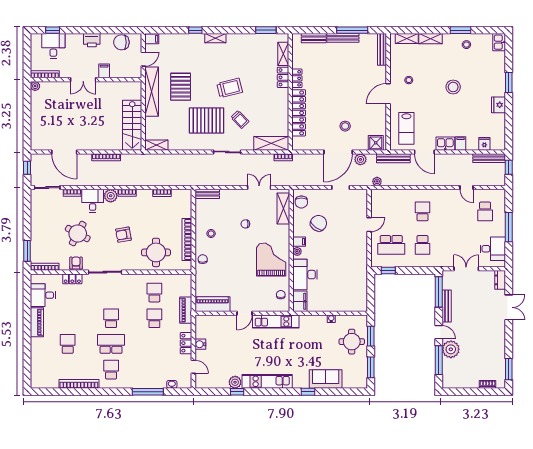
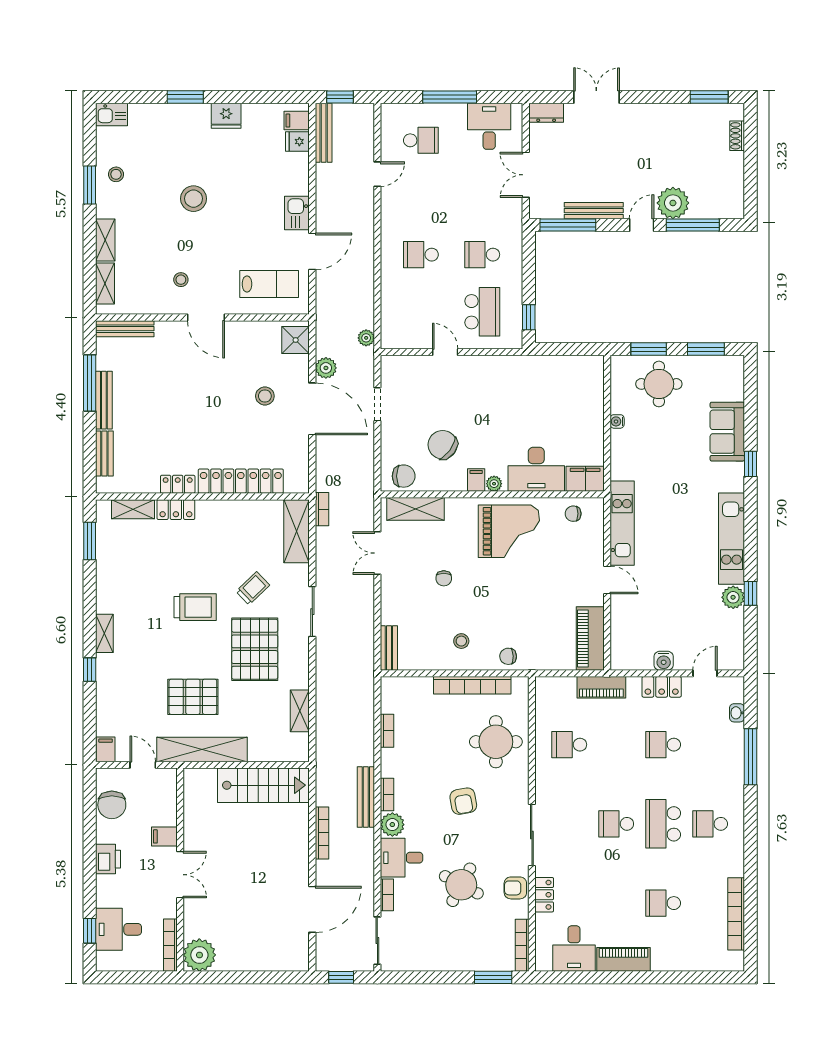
plant: (35, 86) -> (199, 955), width x1.88, depth x1.88
trolley: (230, 88) -> (195, 607), turned 104
filing cabinet: (461, 143) -> (297, 121), moved
shelving: (156, 145) -> (300, 711), moved
bench: (393, 158) -> (366, 797), moved
school desk: (423, 245) -> (482, 255), turned 180
grand piano: (271, 260) -> (509, 531), turned 180
school desk: (154, 318) -> (663, 745), moved
bookcase: (79, 384) -> (736, 914), moved

